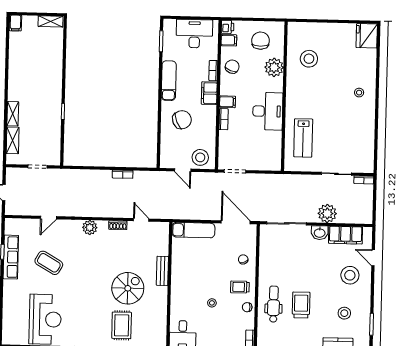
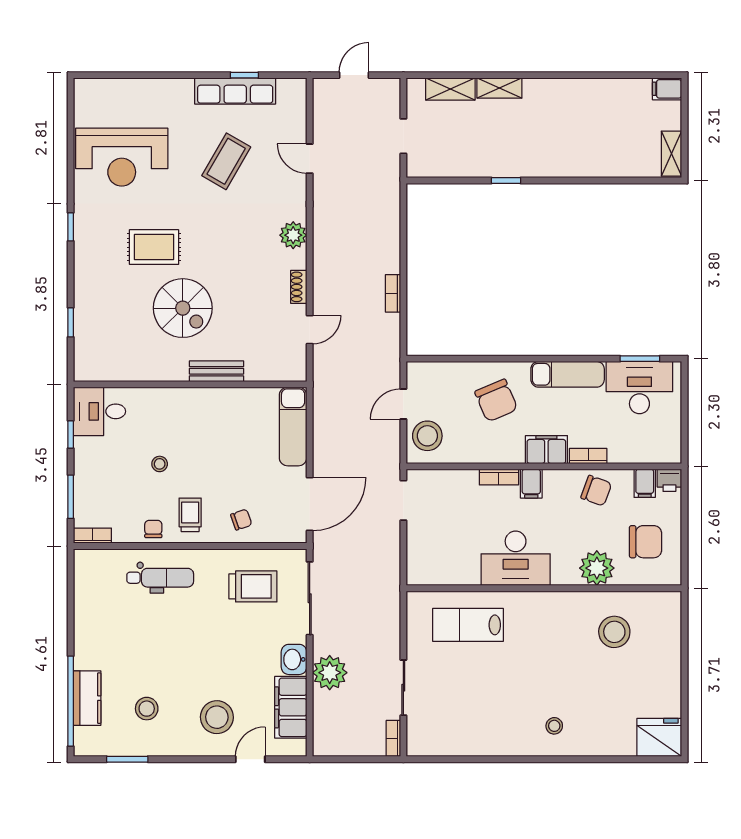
desk: (194, 34) -> (639, 388), moved, turned -90
trolley: (301, 305) -> (253, 586), moved
rug: (122, 325) -> (154, 247), moved

